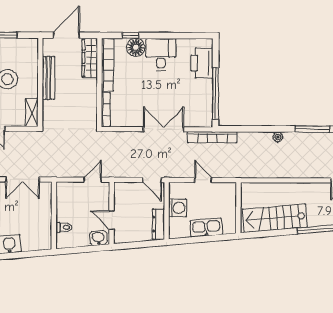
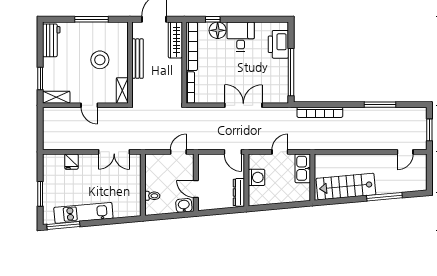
bookcase: (212, 137) -> (320, 112), moved
plant: (278, 137) -> (348, 112), removed
door: (203, 180) -> (280, 152), hinge flipped
kitchen sink: (206, 228) -> (303, 168), moved, turned -85

